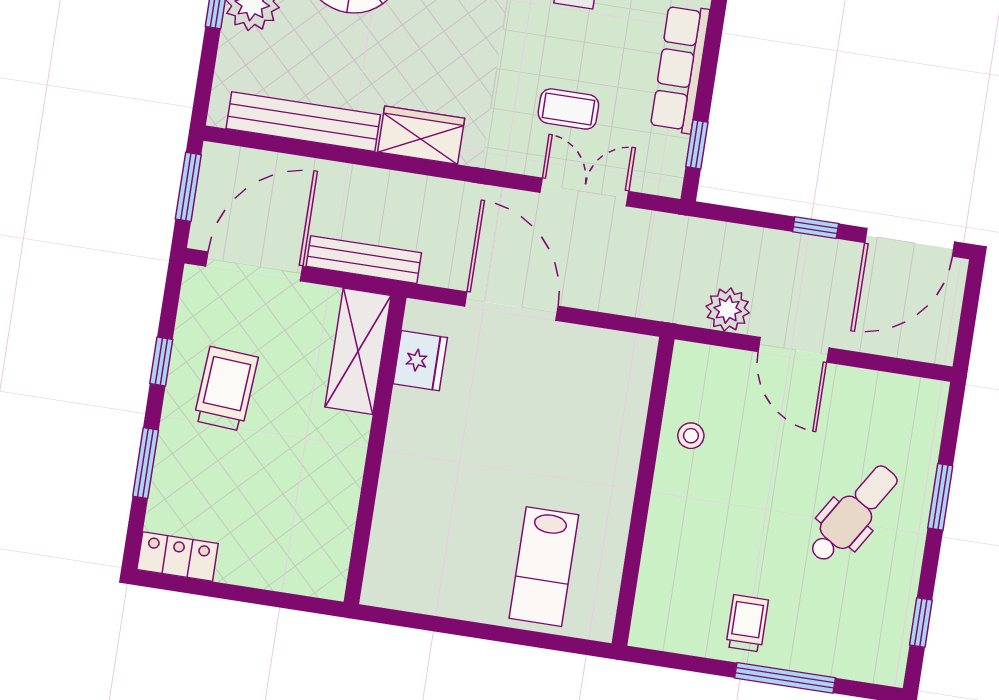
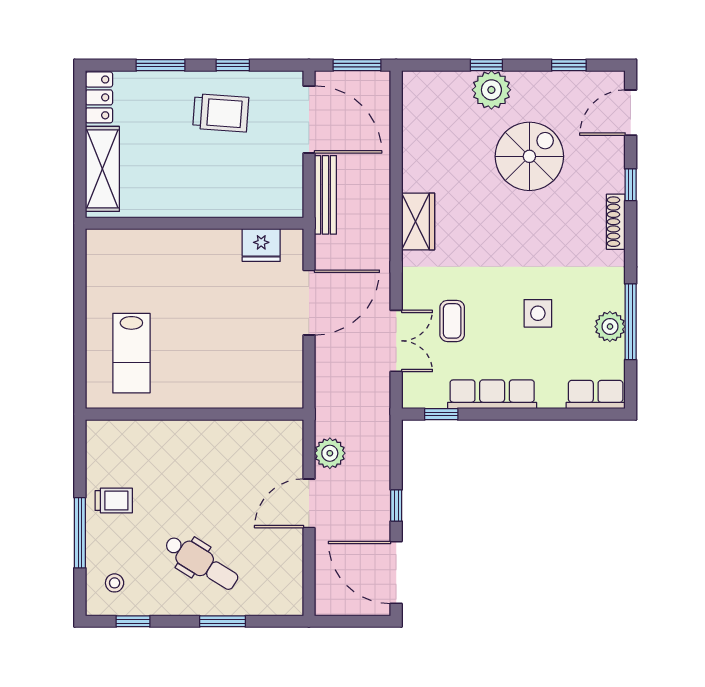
bench: (303, 122) -> (415, 138), removed
shelving: (358, 351) -> (102, 169), moved, turned 90
stool: (691, 436) -> (115, 583), moved
lab bench: (544, 567) -> (131, 353), turned -90

